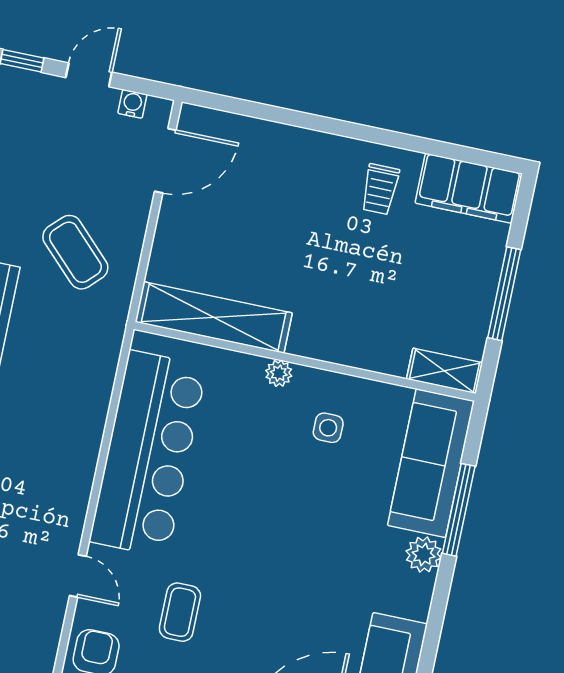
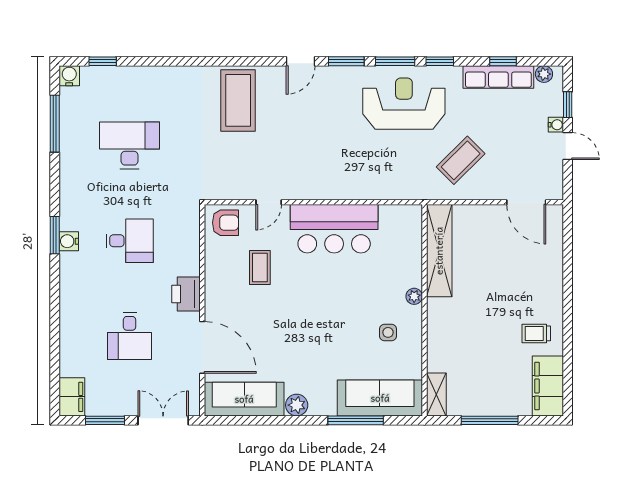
water cooler: (132, 104) -> (556, 125), moved
bar counter: (148, 454) -> (334, 229), width x0.73
plant: (424, 554) -> (297, 405), moved
coffee table: (180, 612) -> (260, 267), turned 90

